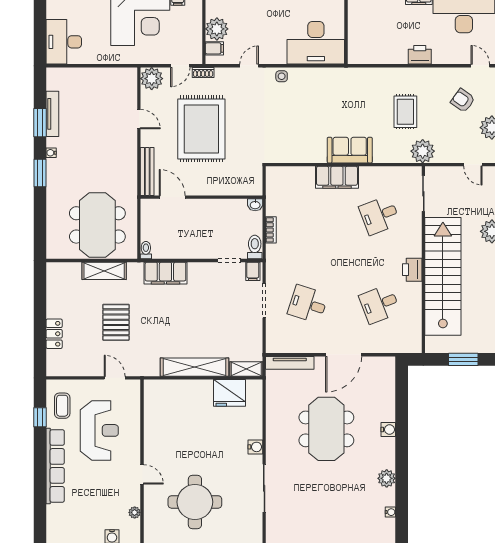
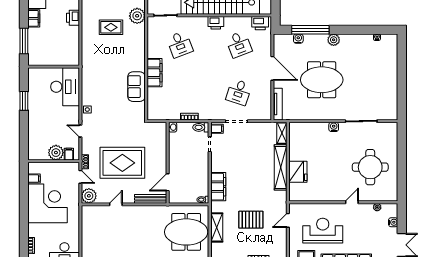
sofa: (350, 150) -> (136, 87), moved
printer: (412, 336) -> (260, 23), added
fridge: (230, 393) -> (298, 172), moved
window: (402, 412) -> (310, 30), added
water cooler: (388, 430) -> (298, 39), moved
plant: (387, 478) -> (334, 40), moved

